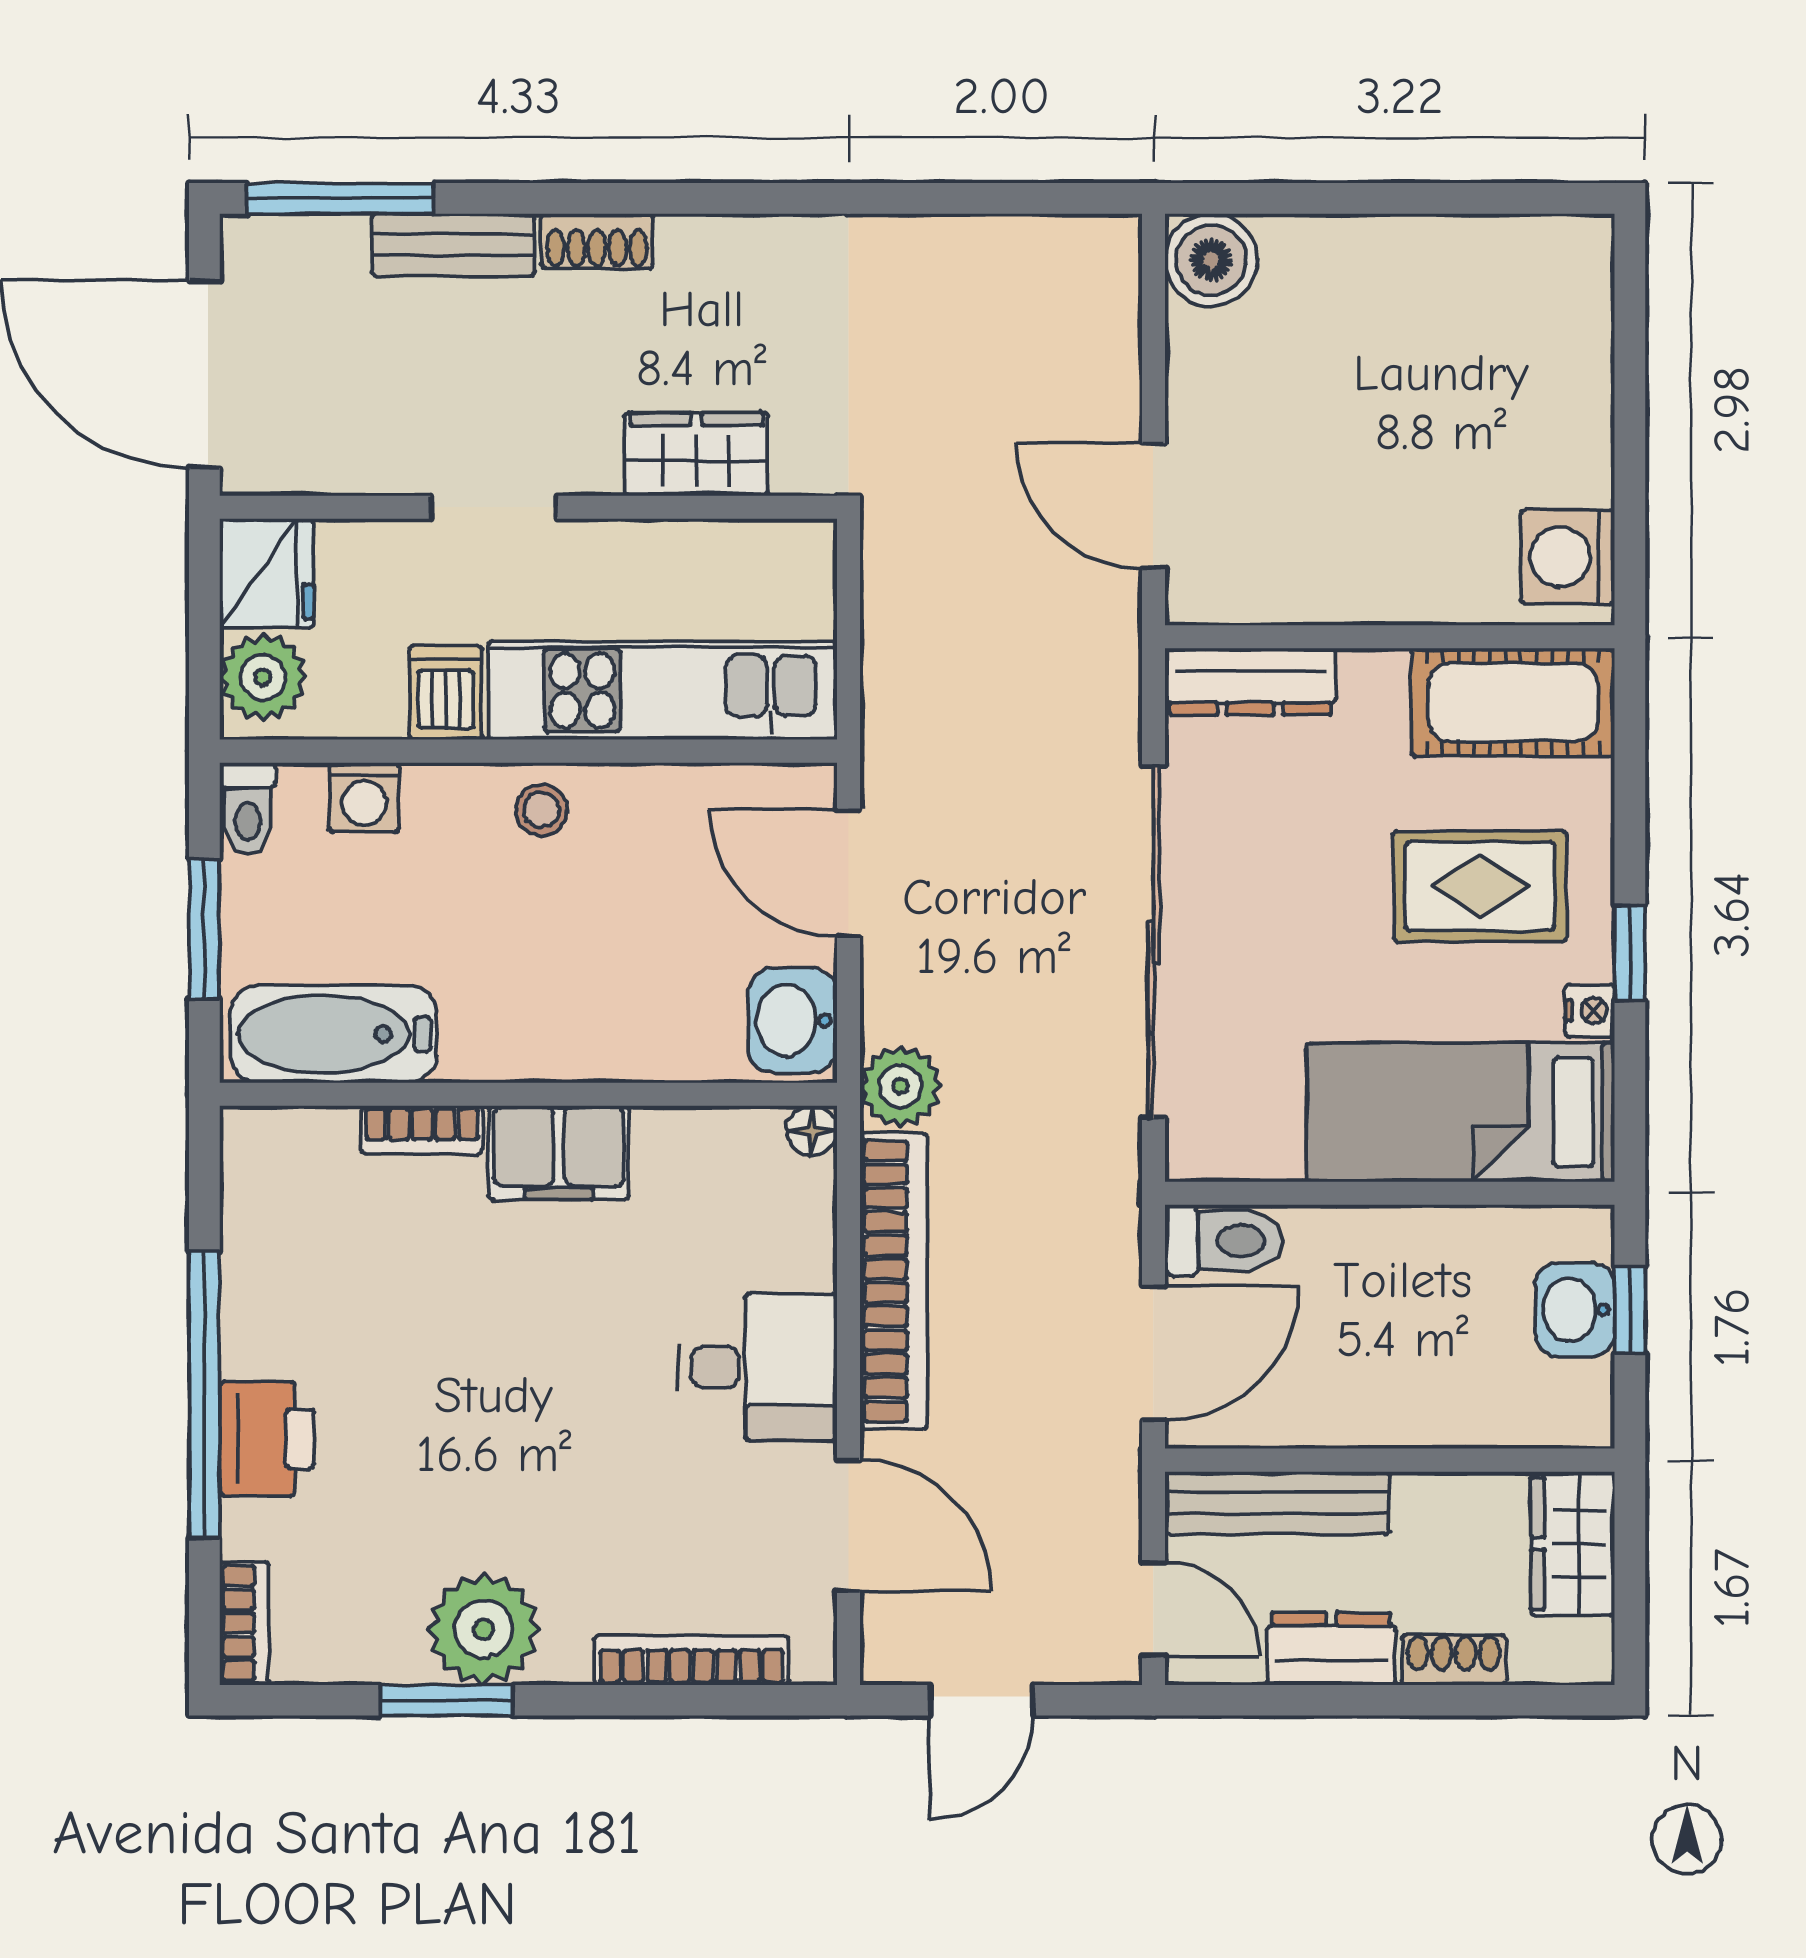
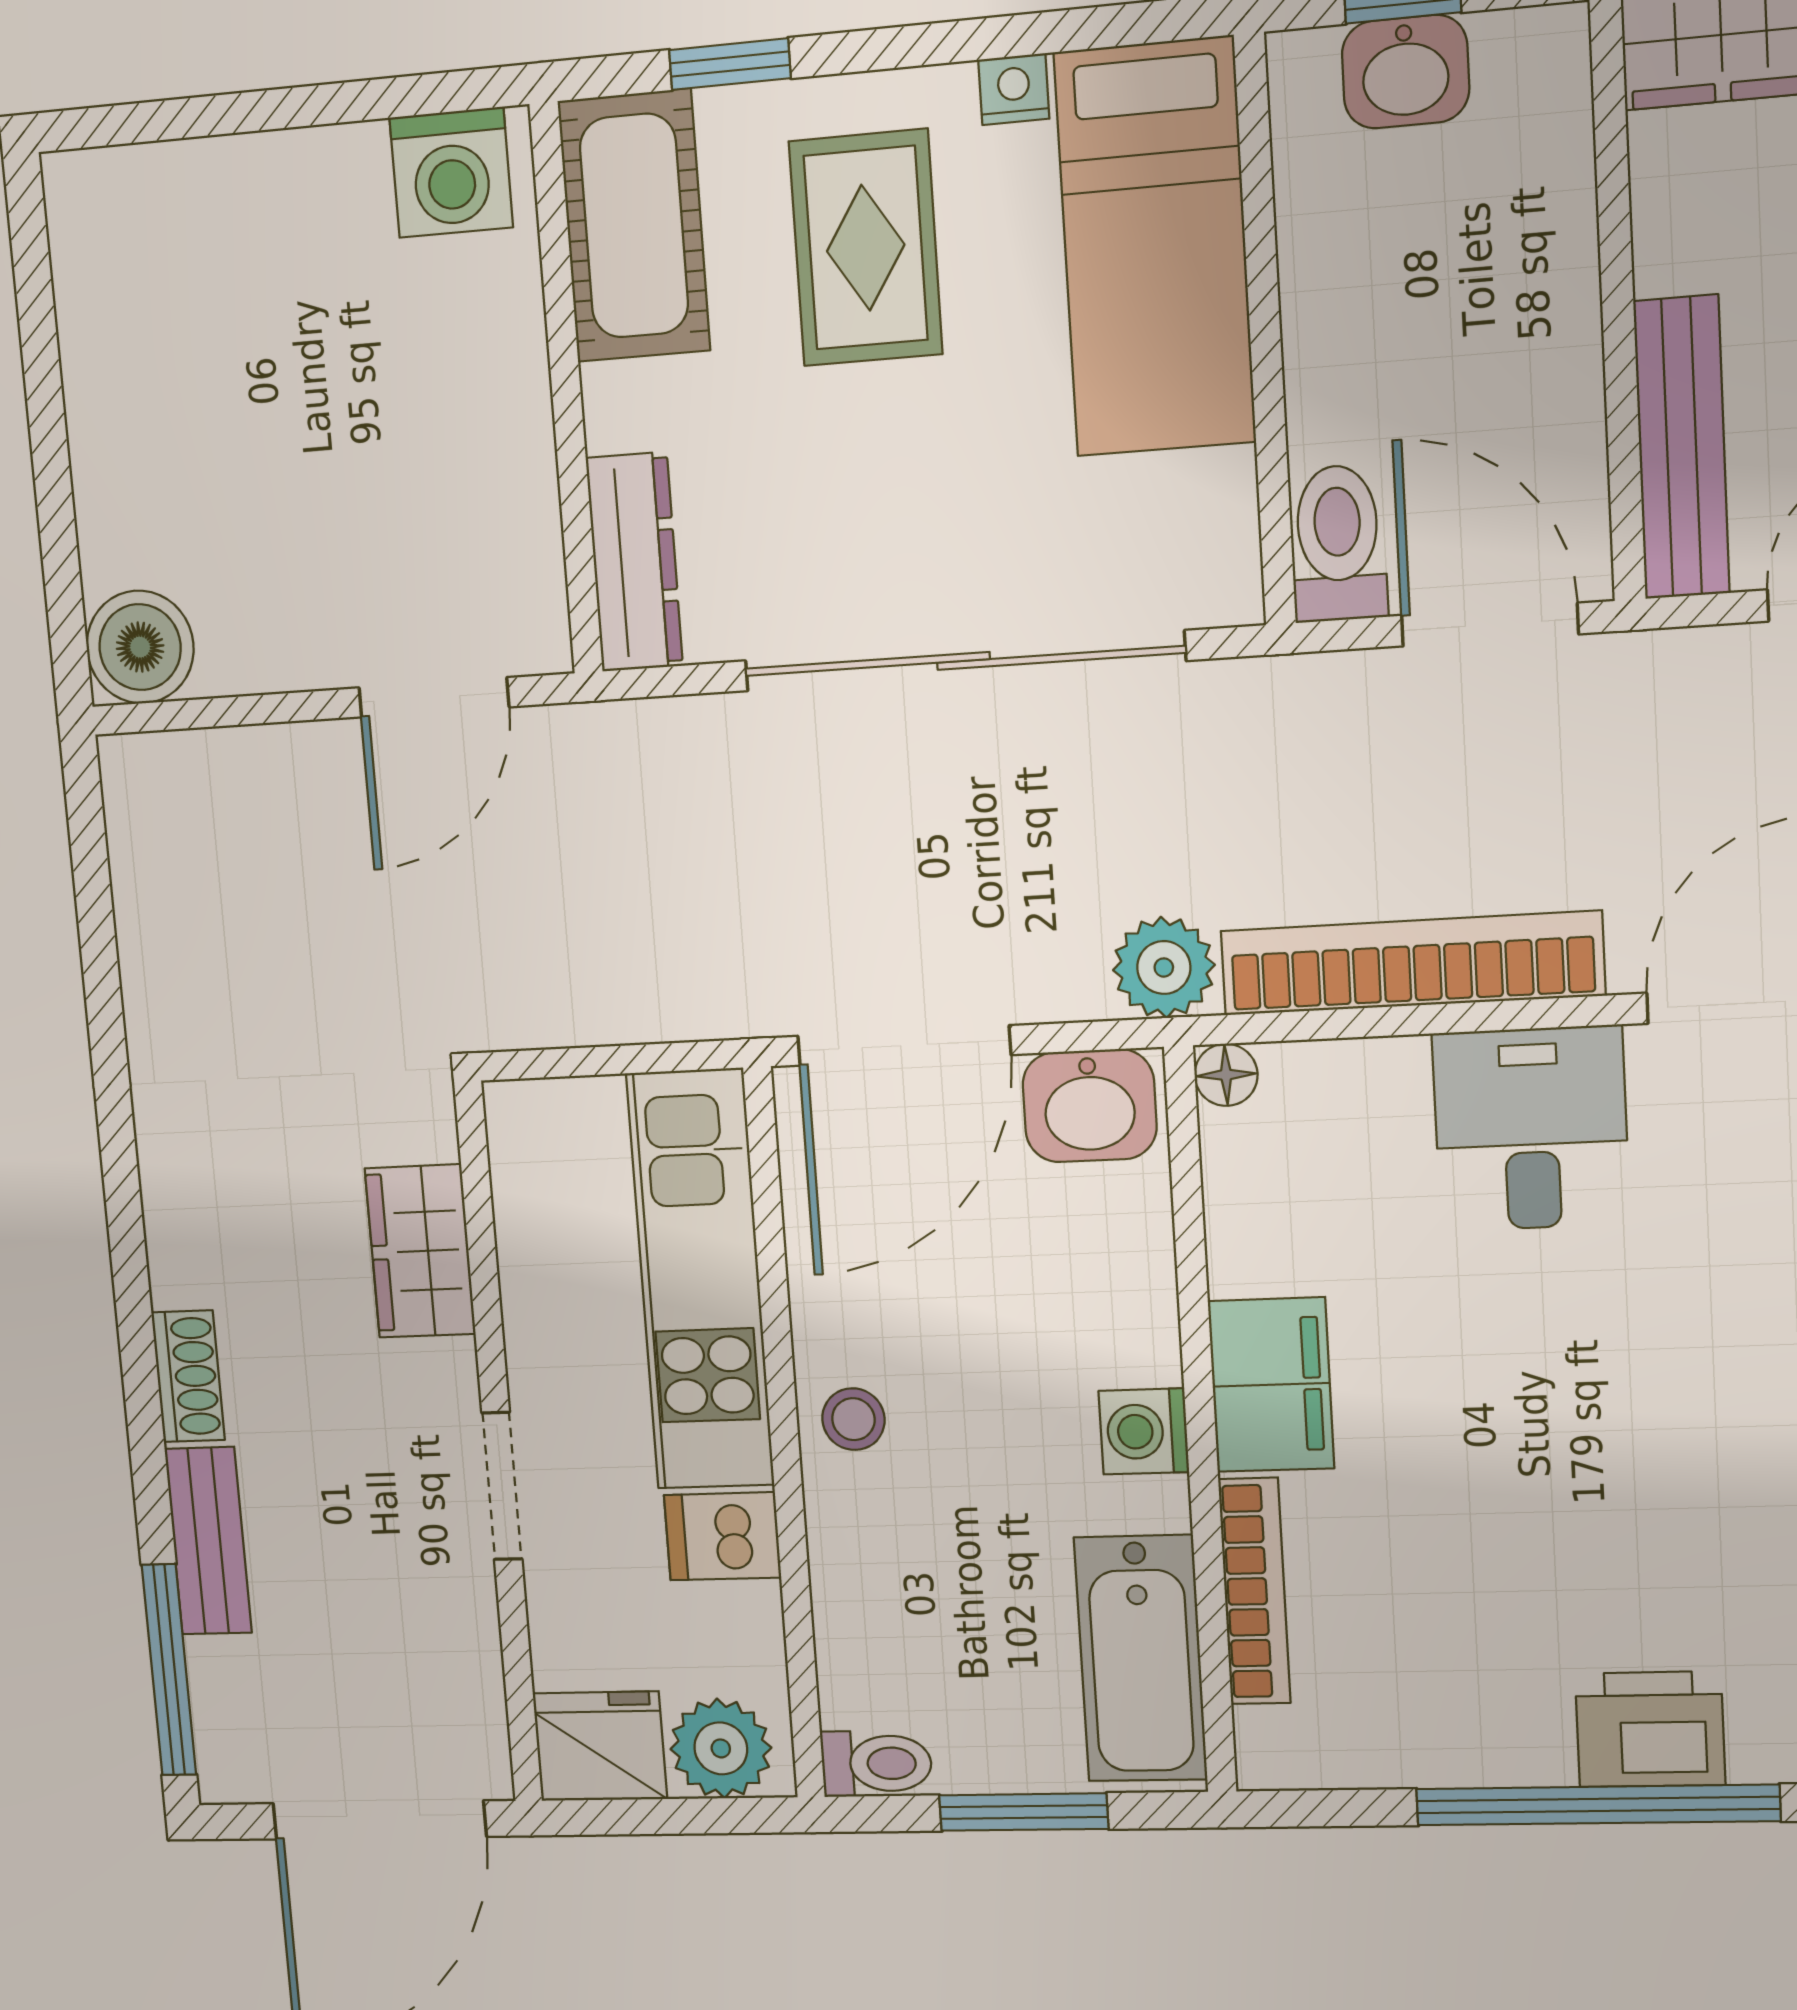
washing machine: (364, 797) -> (1144, 1431), moved, turned 180
door: (849, 873) -> (904, 1046), width x1.36
window: (1630, 953) -> (730, 64), moved
bookcase: (422, 1130) -> (1254, 1591), width x1.56

